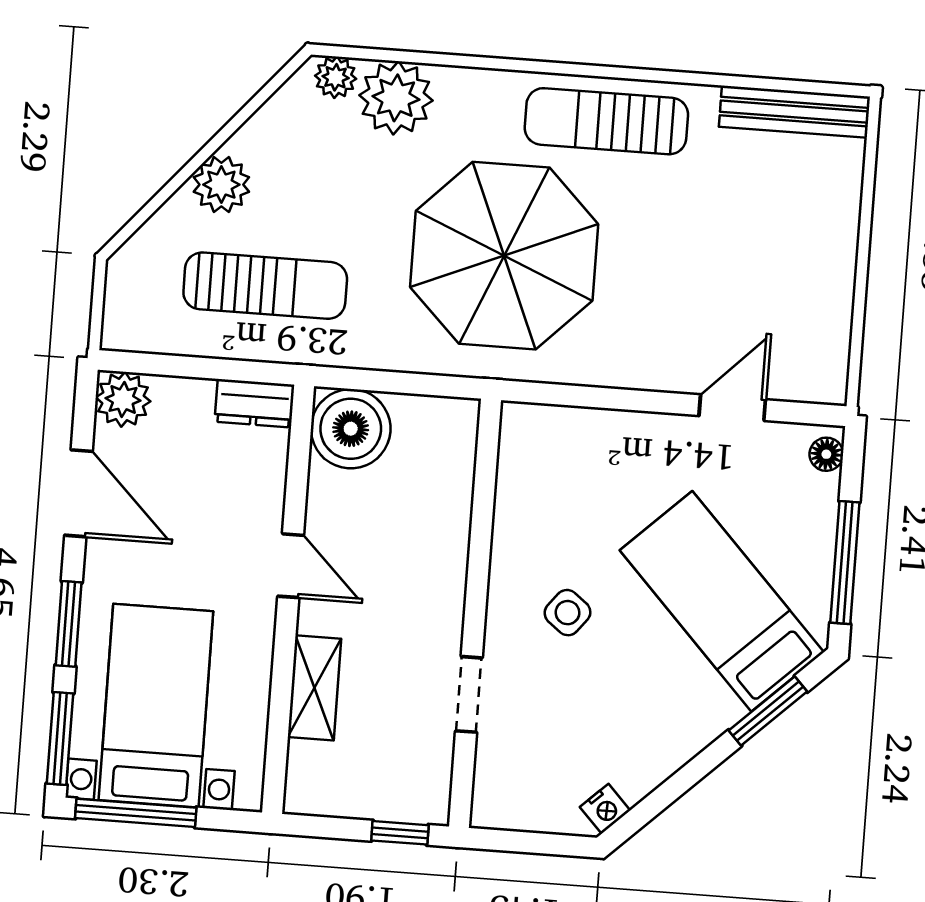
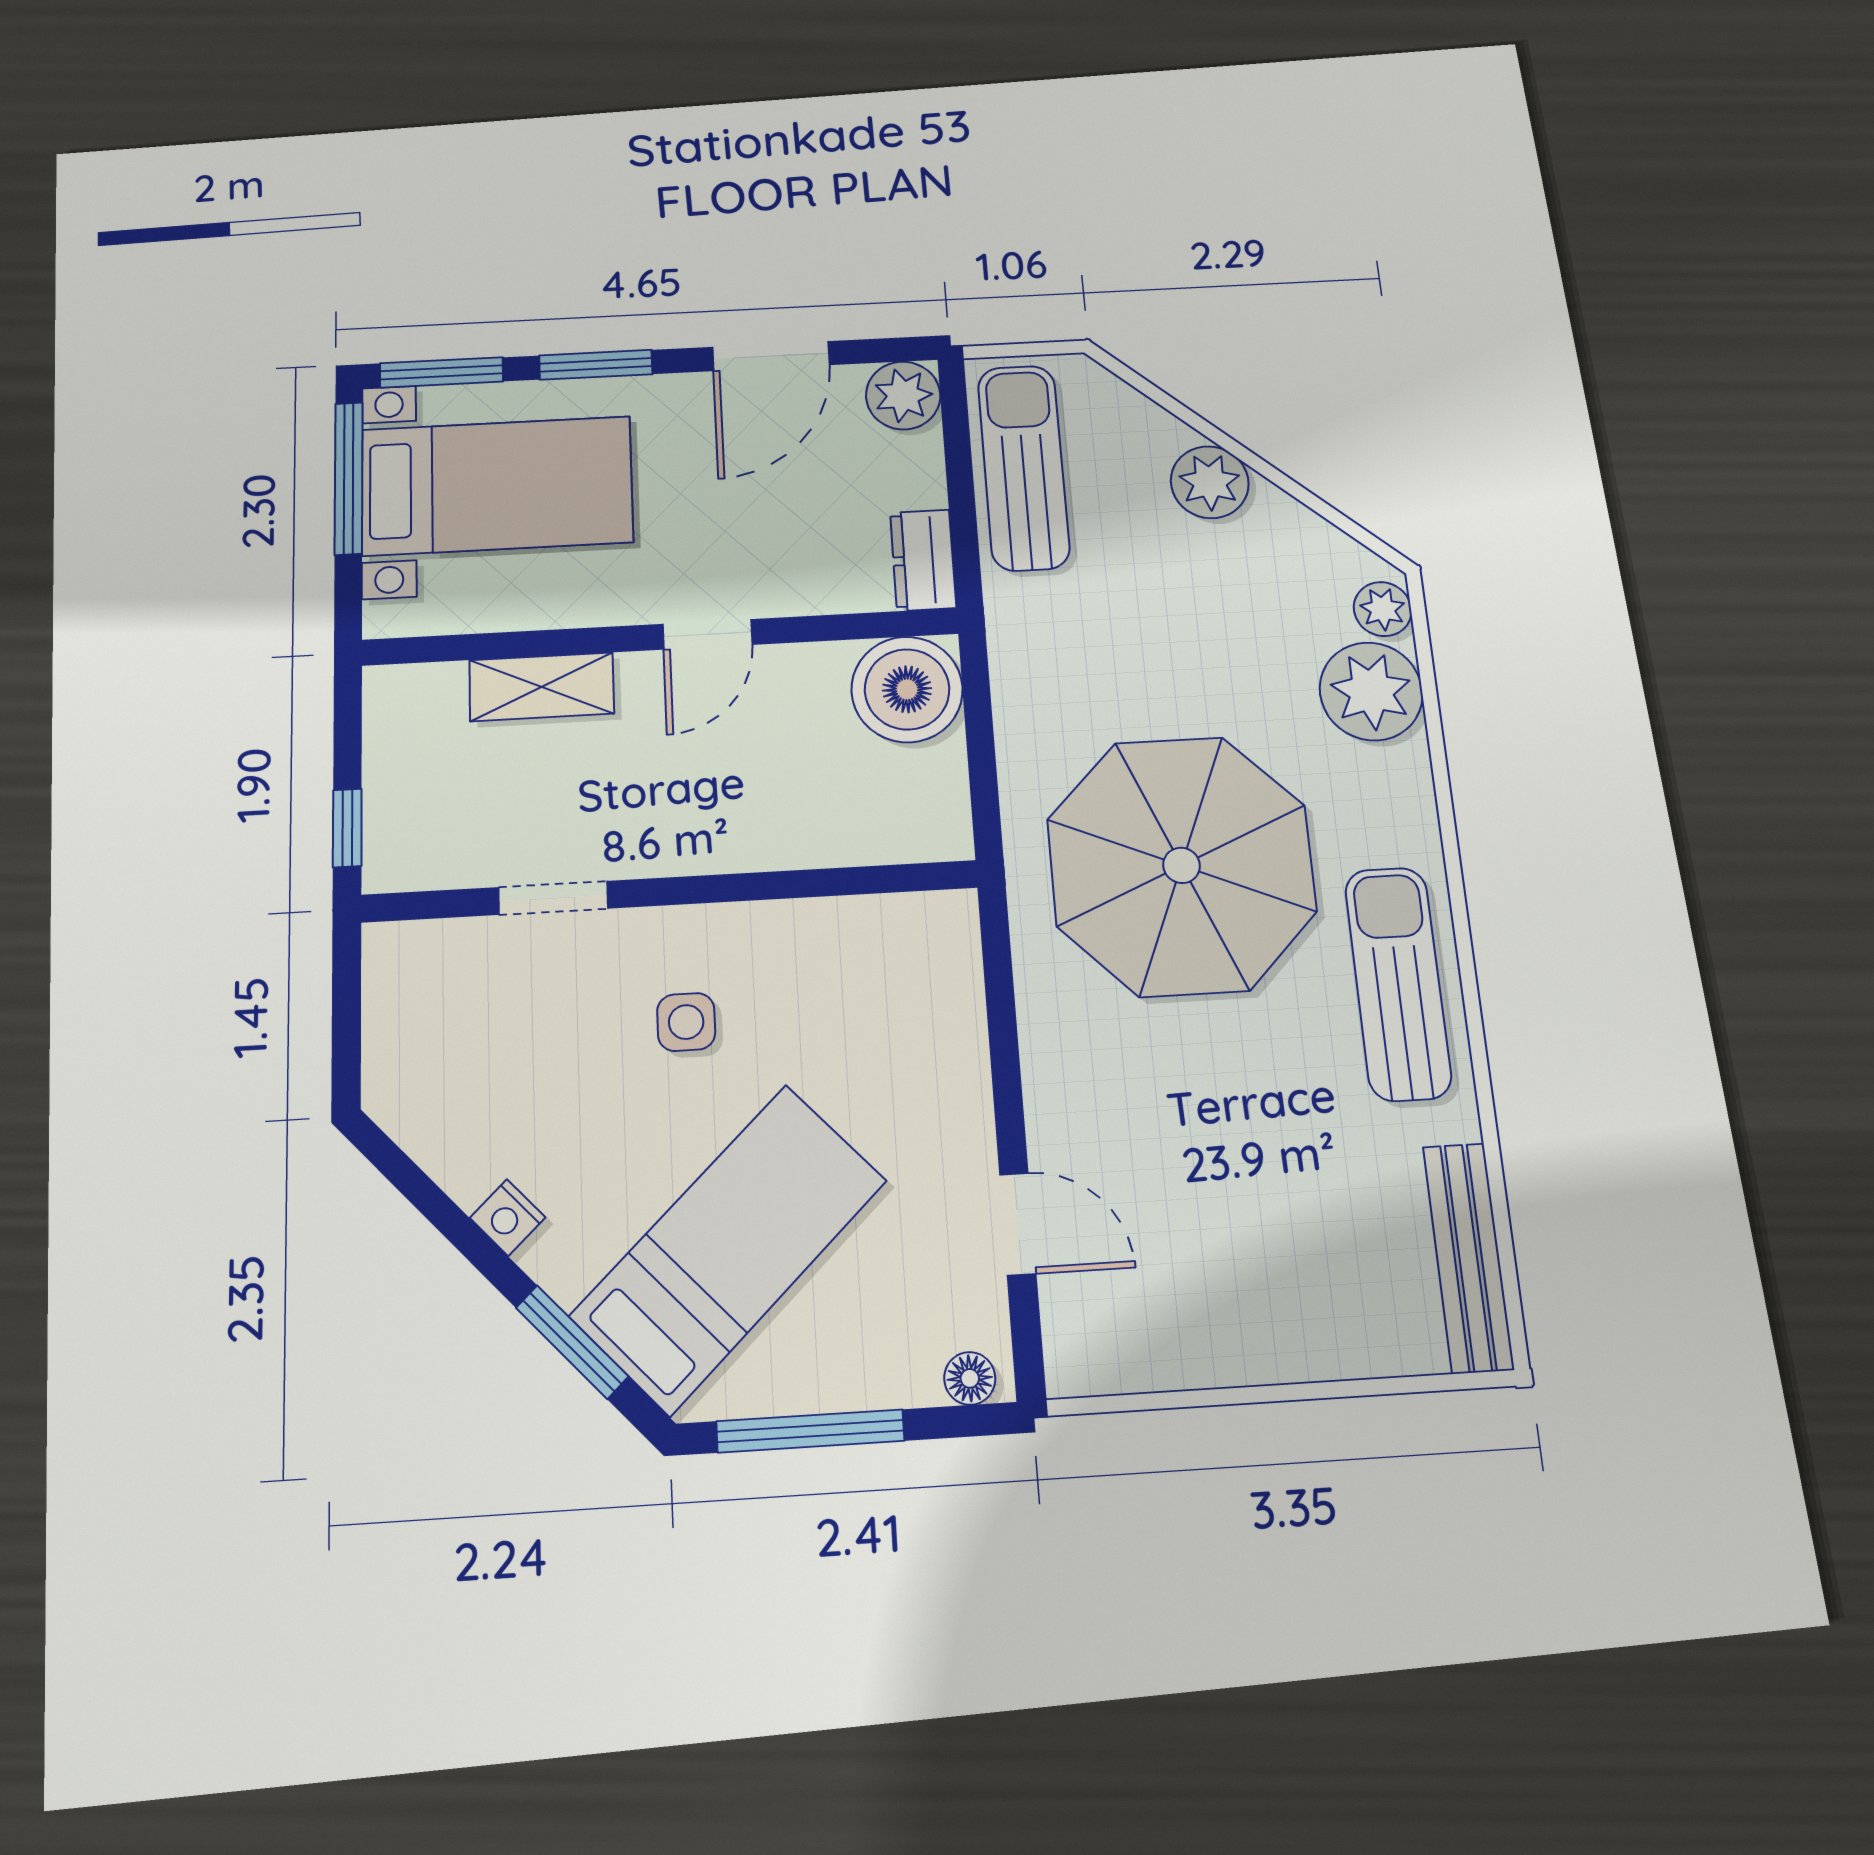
sun lounger: (265, 286) -> (1023, 467), moved, turned 180
side table: (567, 613) -> (686, 1022), turned -38
nightstand: (605, 809) -> (508, 1218), moved

